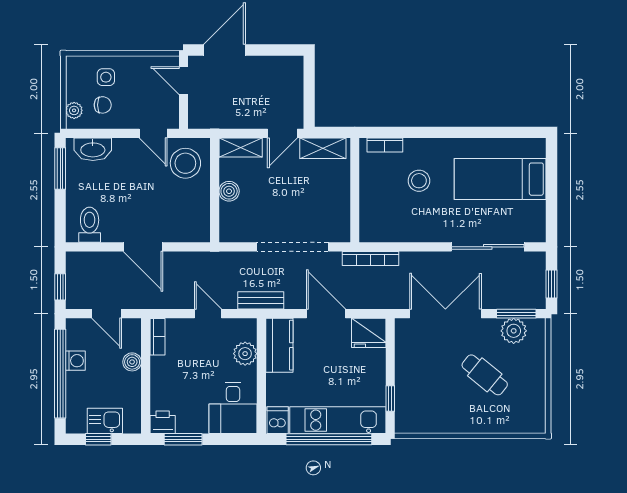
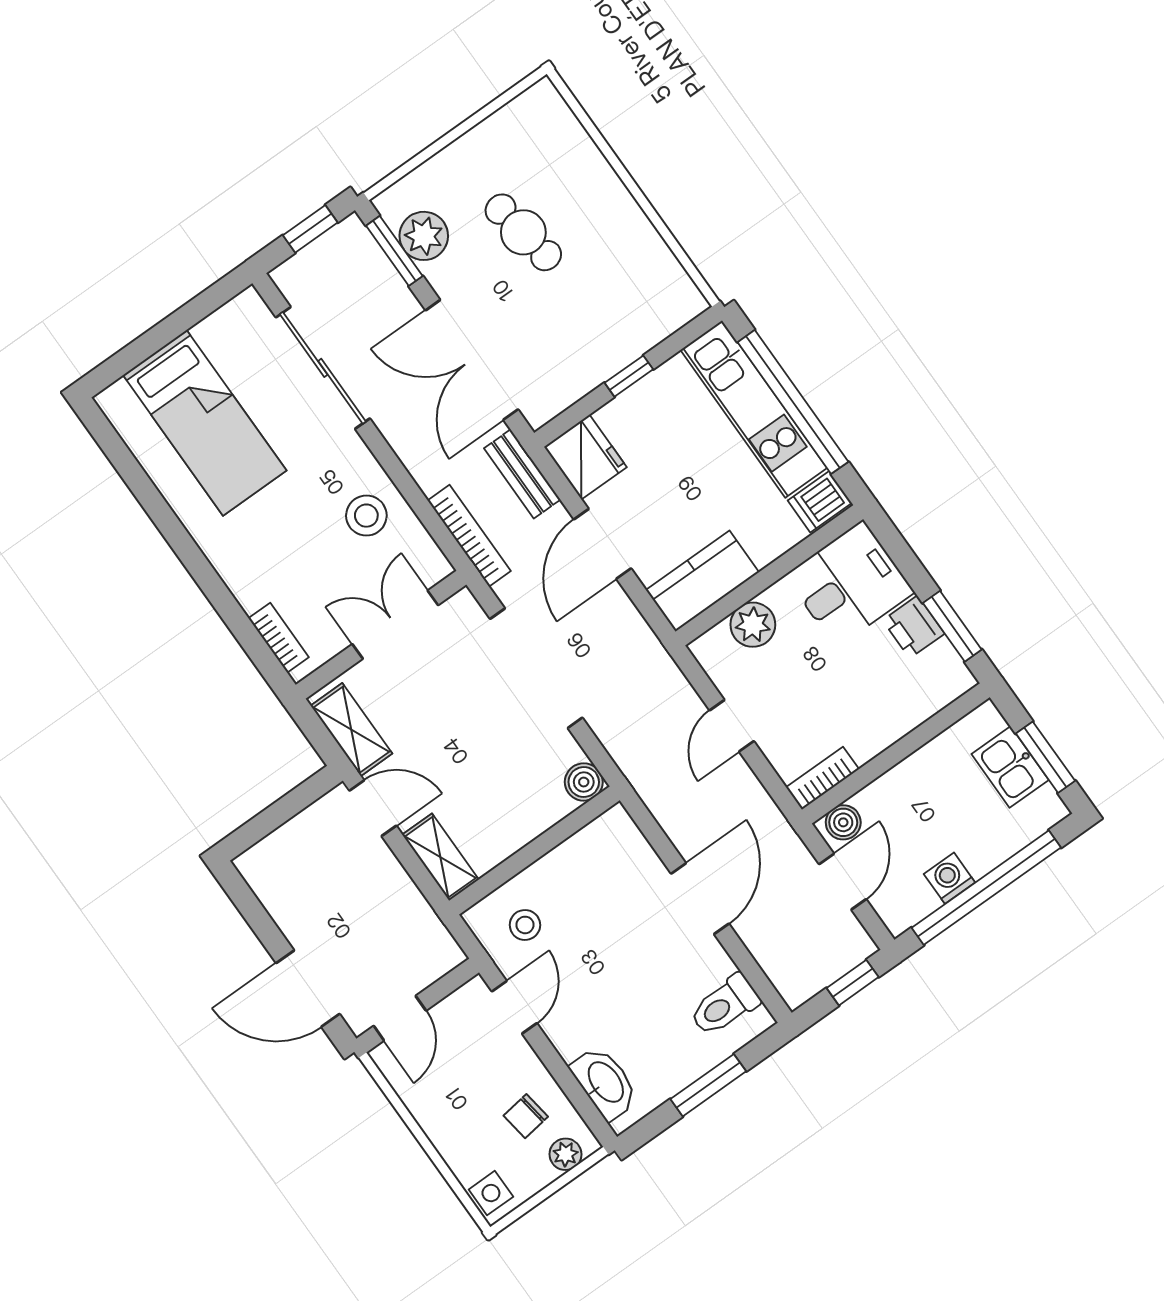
side table: (106, 77) -> (491, 1193), moved
chair: (103, 105) -> (526, 1116), turned -98
stool: (185, 163) -> (525, 925), width x0.53, depth x0.53
window: (60, 168) -> (708, 1085), moved
stool: (419, 181) -> (366, 516), moved
boiler: (229, 191) -> (584, 782), moved
double door: (355, 199) -> (395, 625), added
bench: (261, 300) -> (522, 474), moved
boiler: (132, 362) -> (843, 822), moved
cafe table: (485, 375) -> (523, 232), turned -48
window: (390, 398) -> (629, 376), moved
printer: (163, 422) -> (914, 627), moved
window: (98, 439) -> (1045, 757), width x1.50

